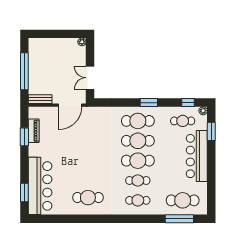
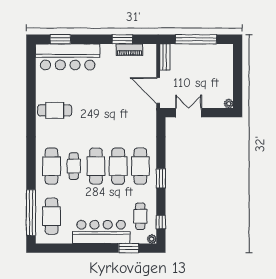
cafe table: (88, 198) -> (55, 110), turned 90
cafe table: (138, 200) -> (52, 166), width x1.37, depth x1.35
window: (179, 219) -> (31, 213), width x1.46

